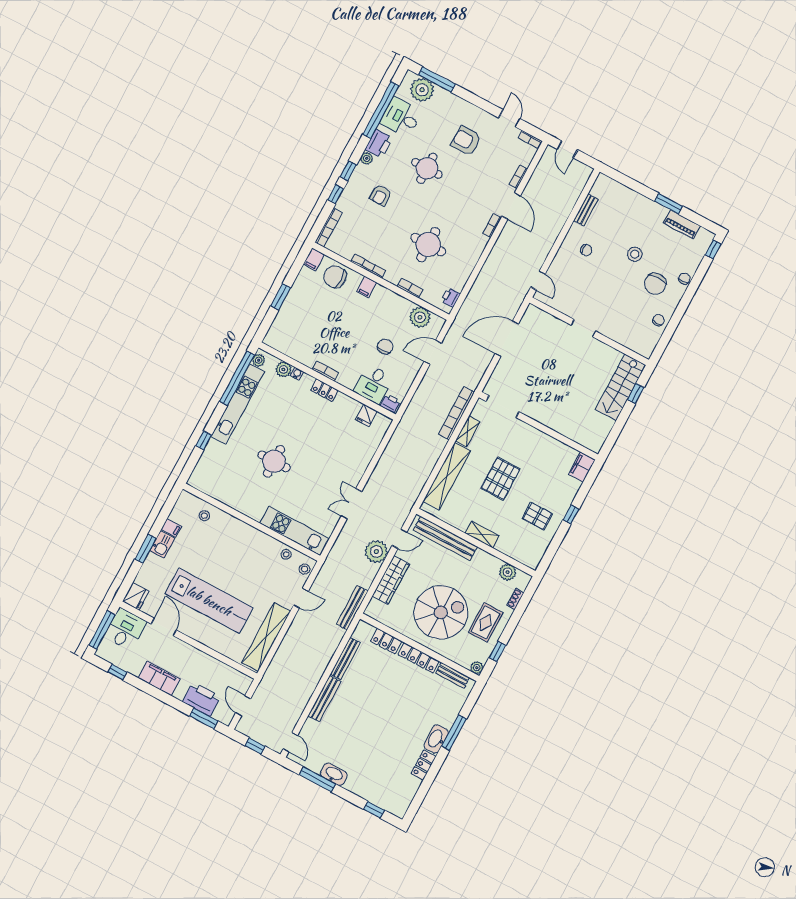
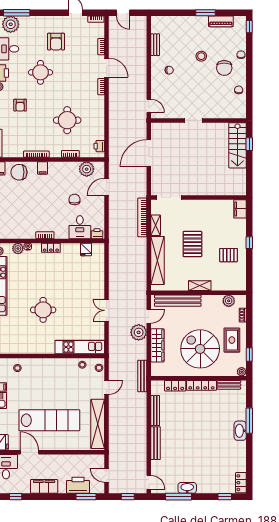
armchair: (466, 141) -> (56, 42), turned -90
spiral stairs: (441, 612) -> (200, 349), turned -90
locker: (423, 765) -> (241, 483), moved

